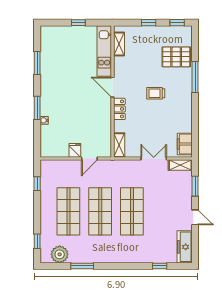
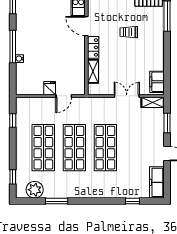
window: (37, 108) -> (13, 46), width x1.44
shelving: (119, 145) -> (93, 71), moved

